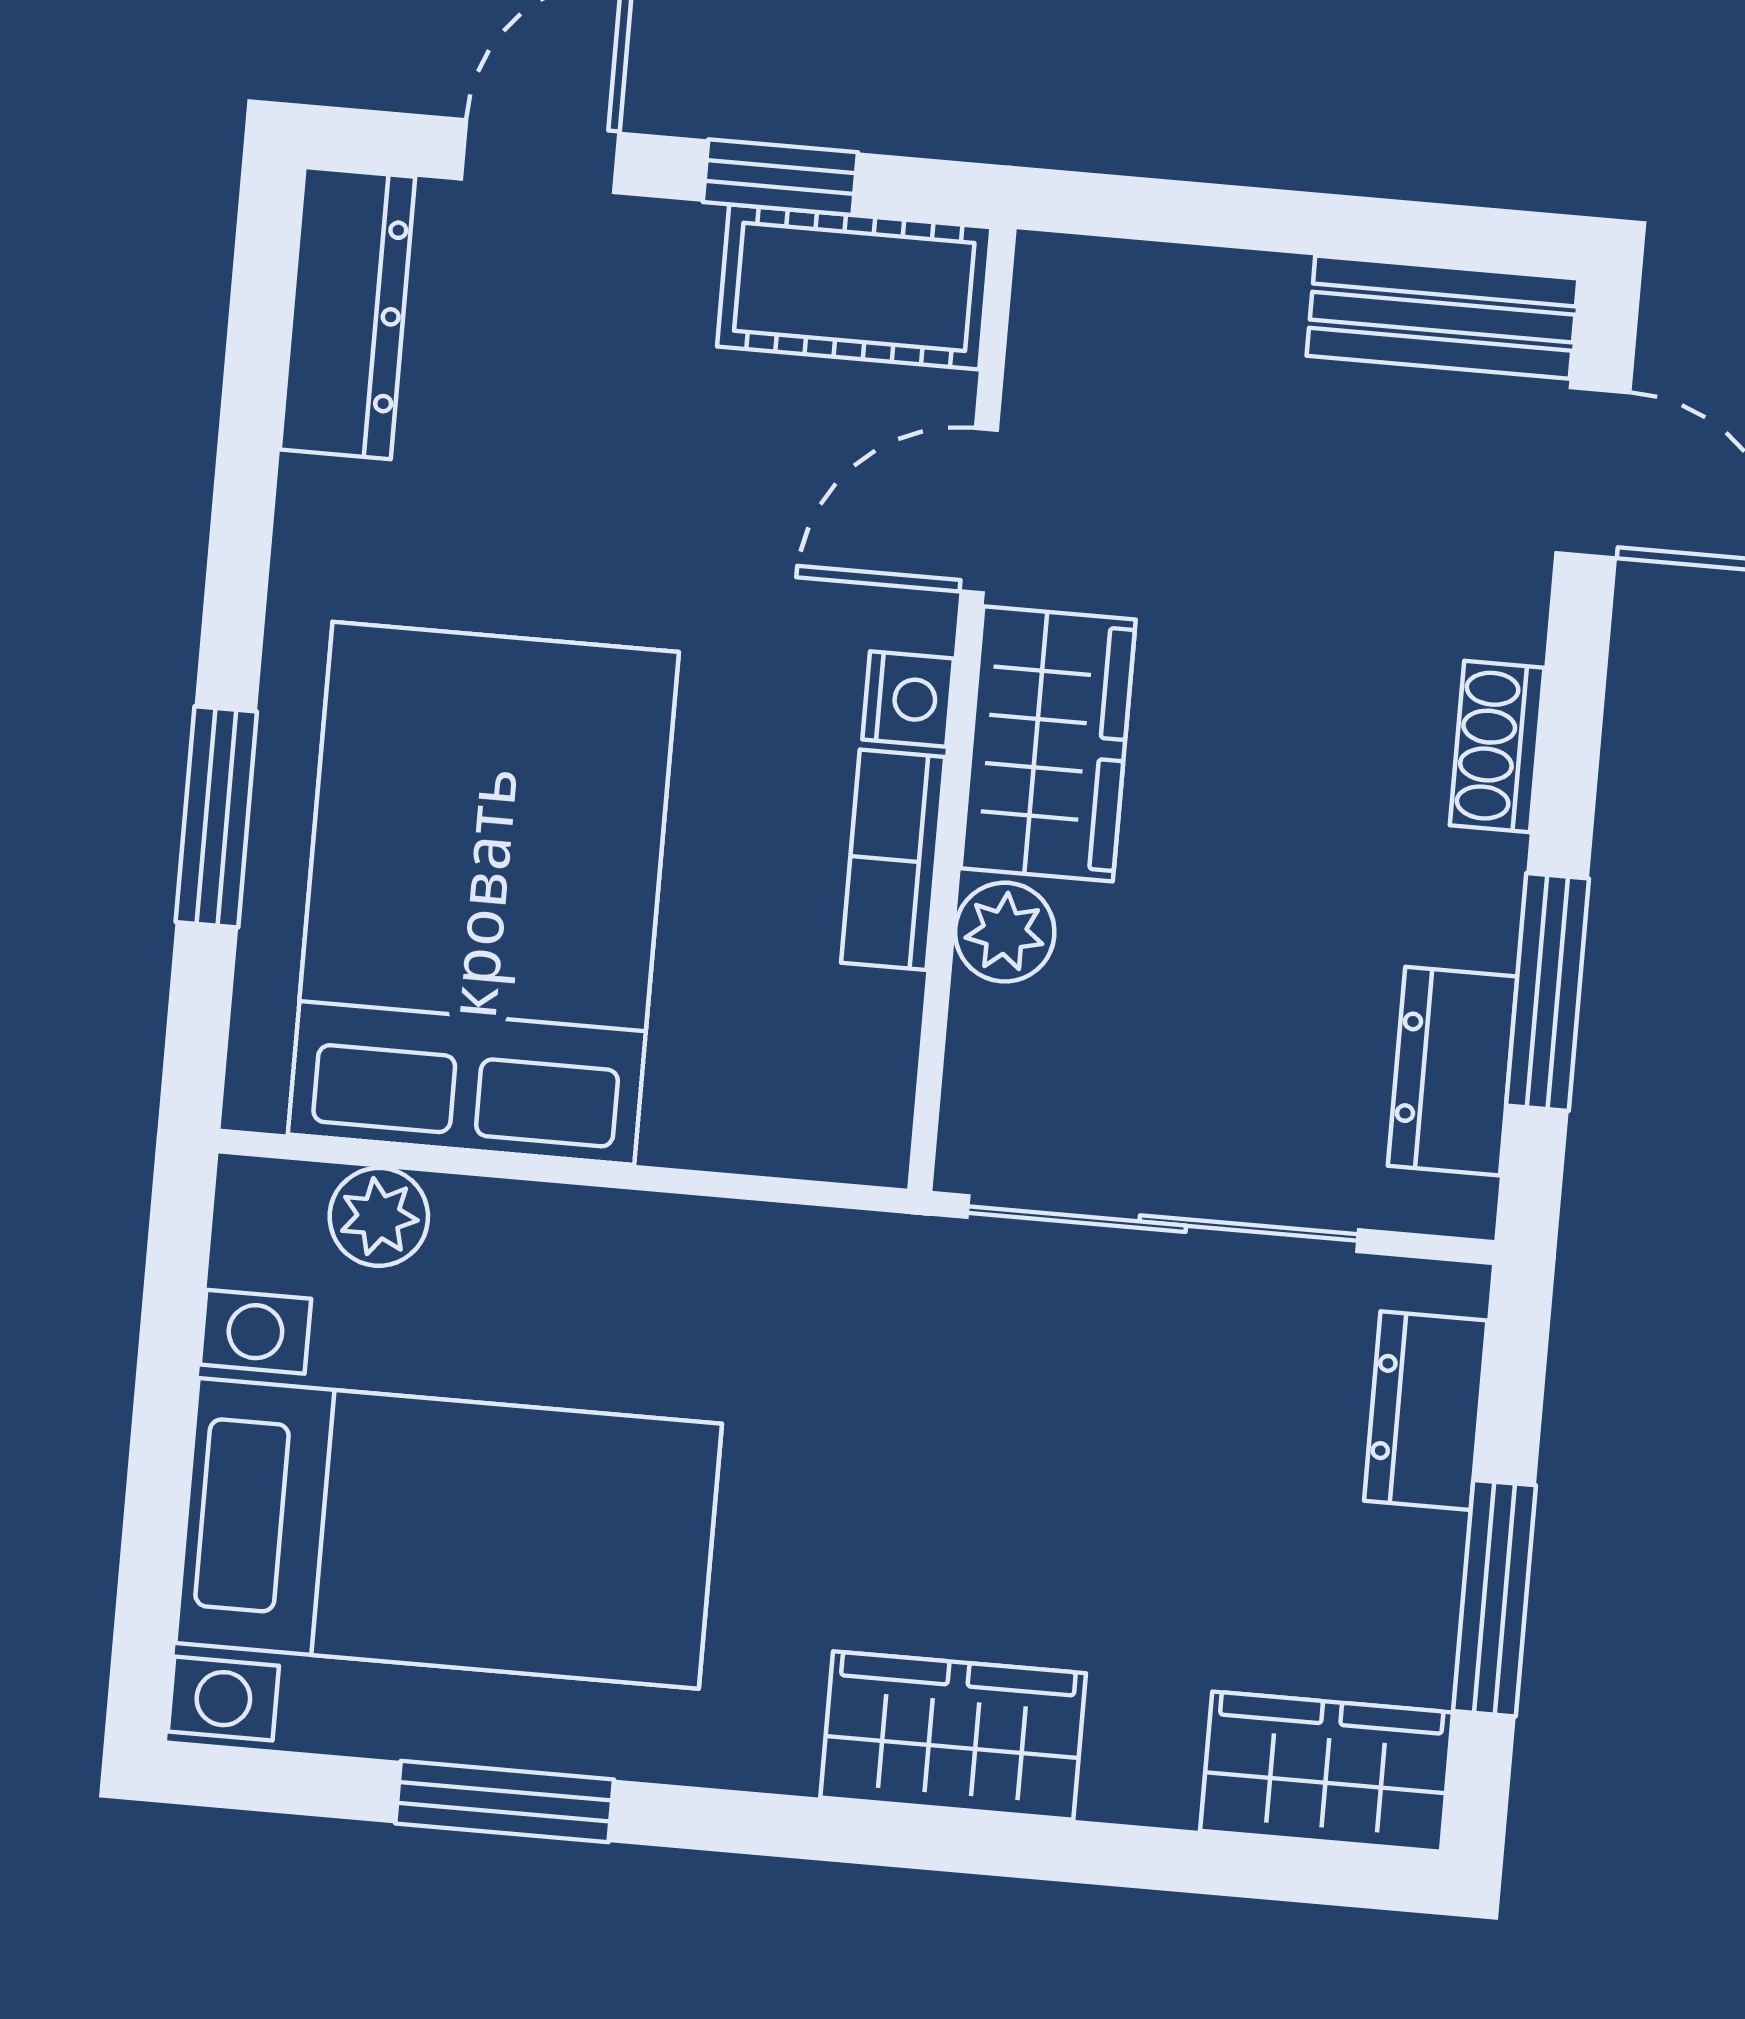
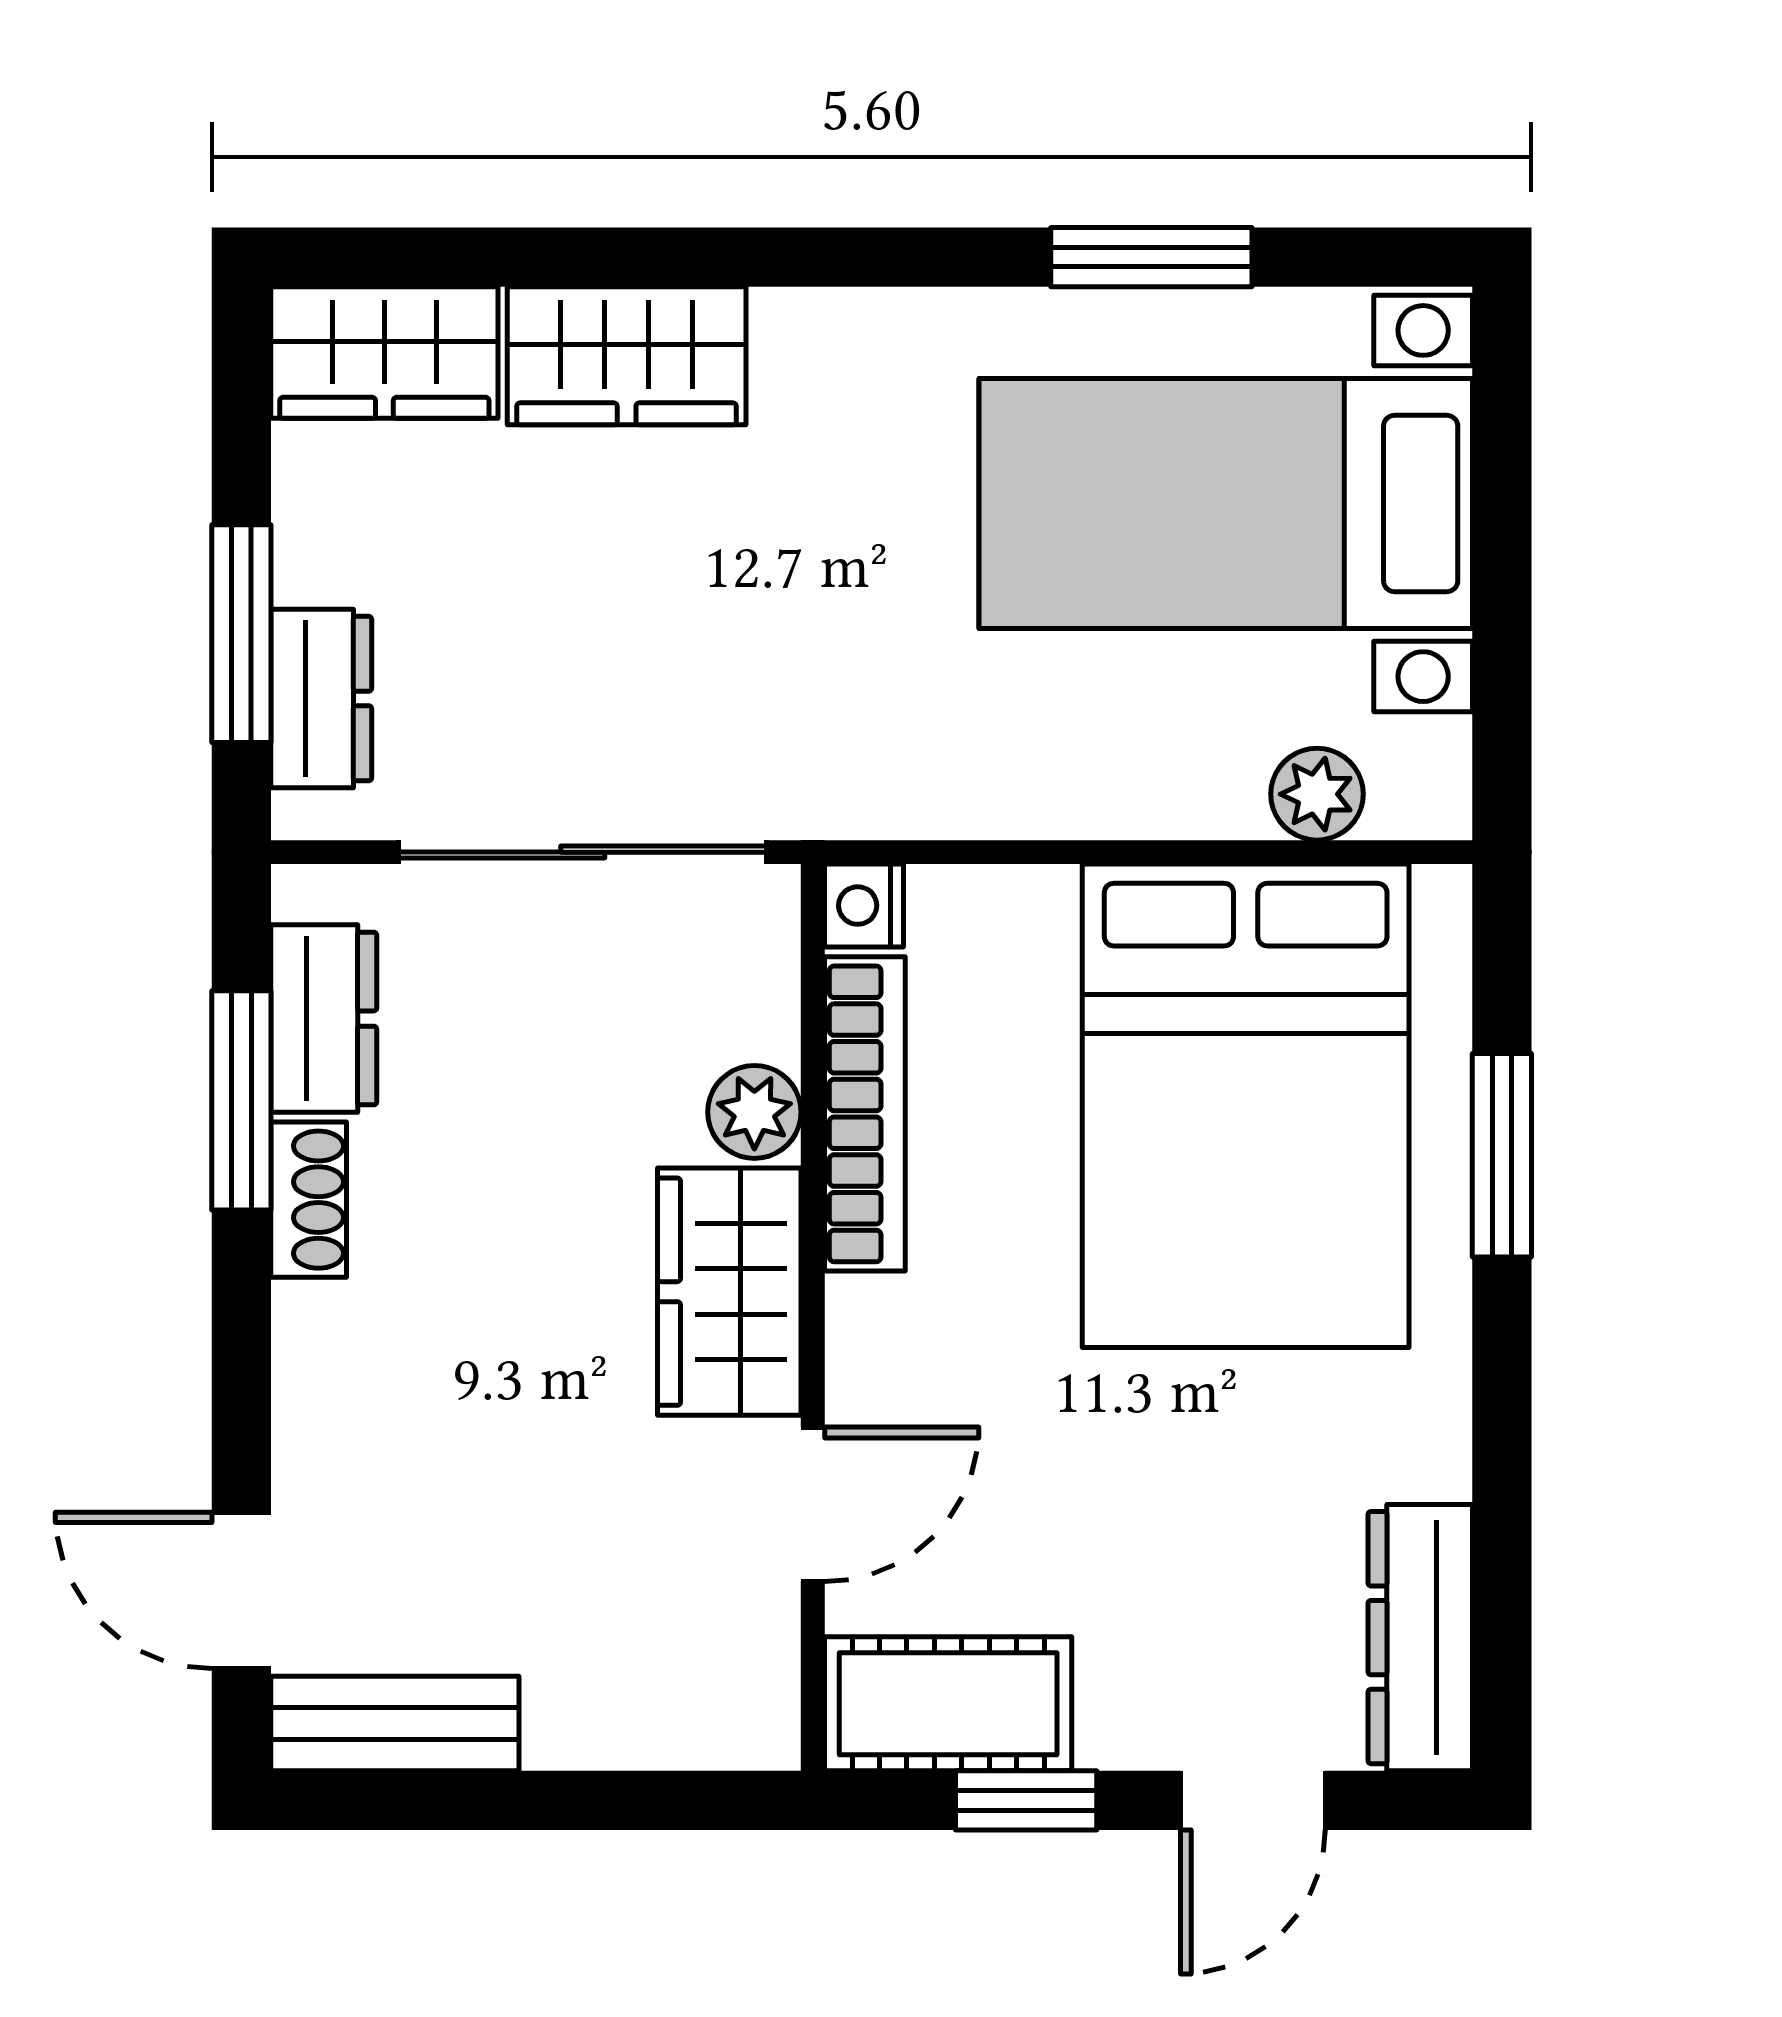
nightstand: (908, 699) -> (864, 906), moved
shoe rack: (1497, 746) -> (309, 1200), moved
bookcase: (893, 860) -> (865, 1114), width x1.56
window: (1494, 1598) -> (241, 634), moved
wardrobe: (953, 1735) -> (627, 356), moved

